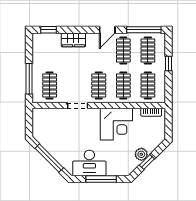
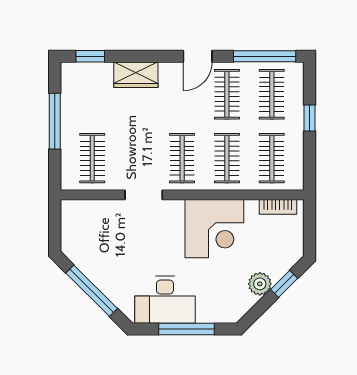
window: (29, 79) -> (55, 121), moved
window: (147, 162) -> (284, 284), moved

